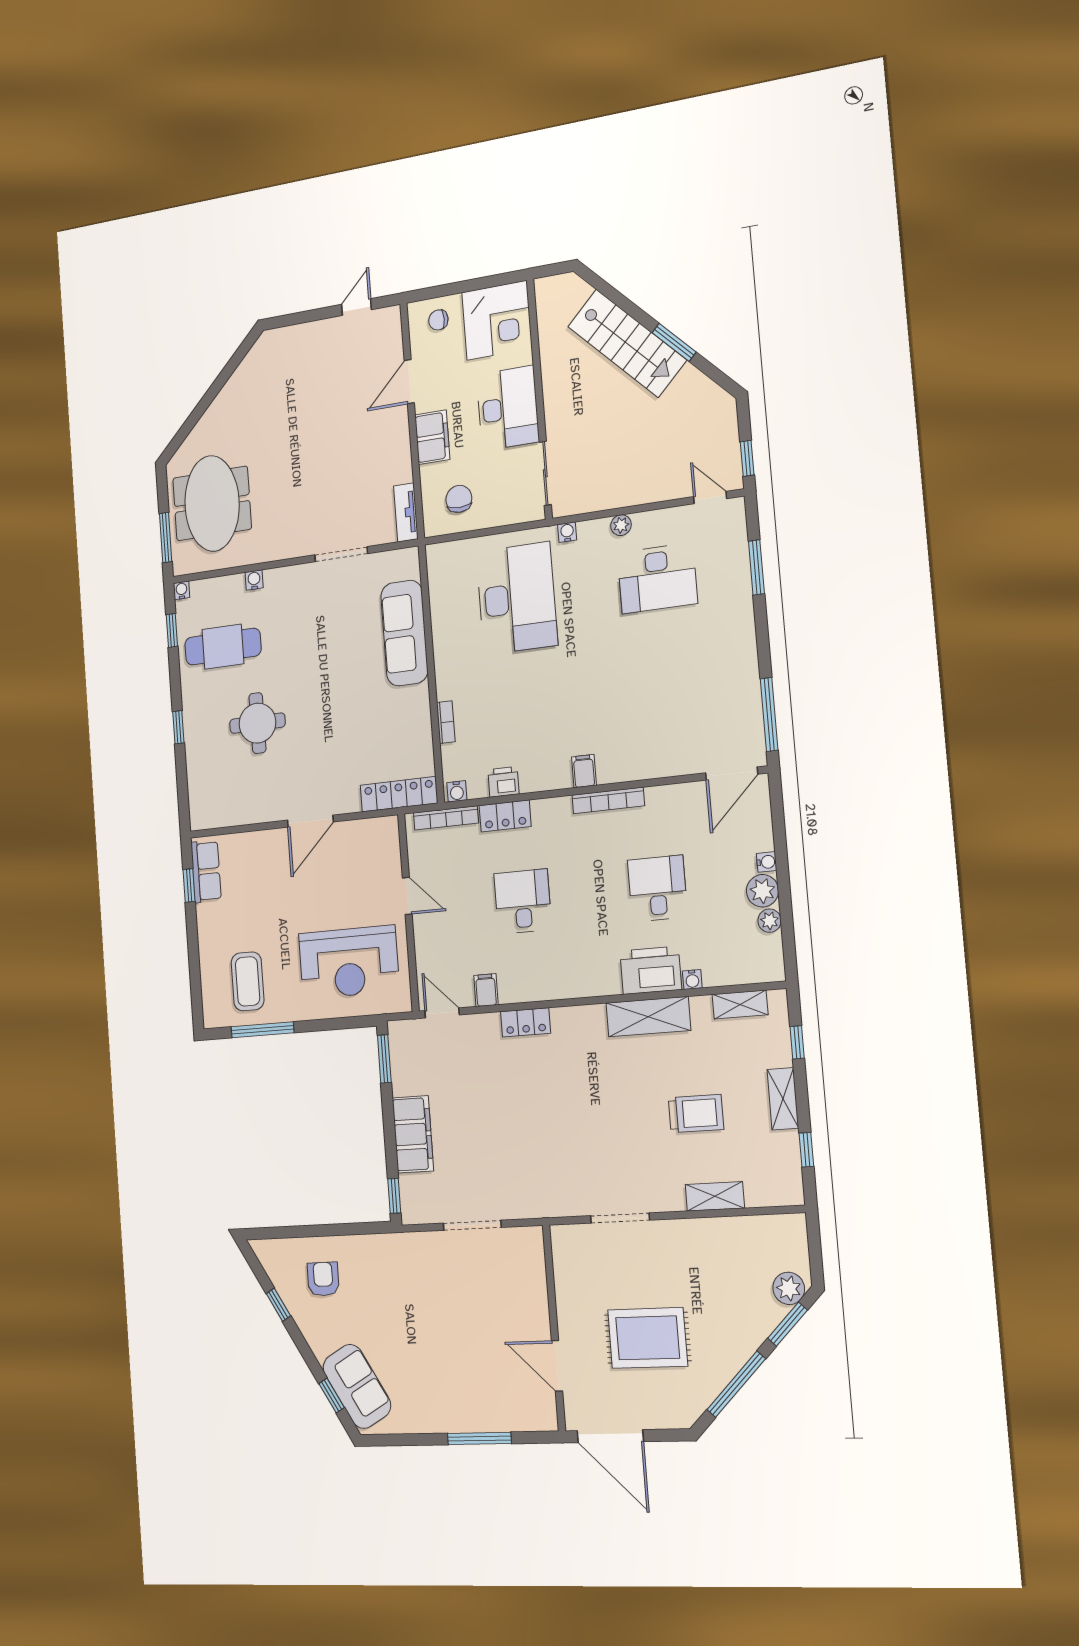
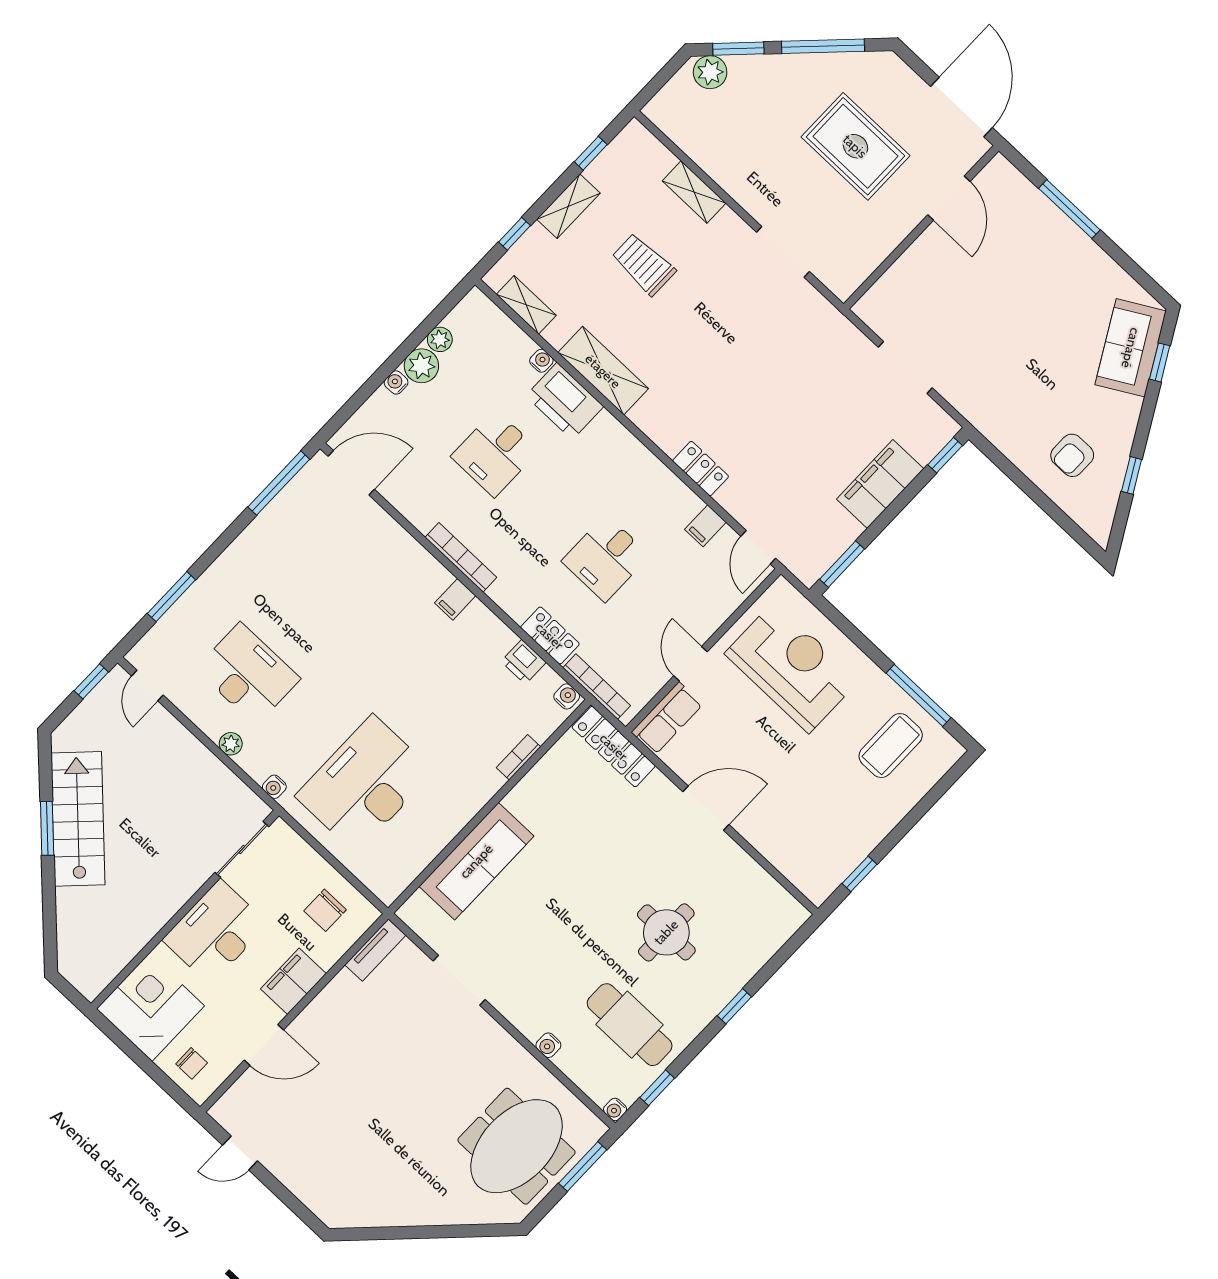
stairs: (627, 343) -> (78, 819), moved
row of seats: (206, 871) -> (667, 718), moved, turned 180

